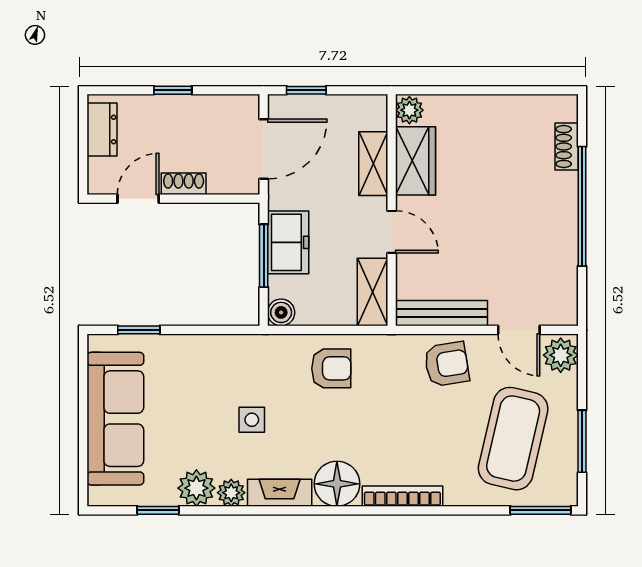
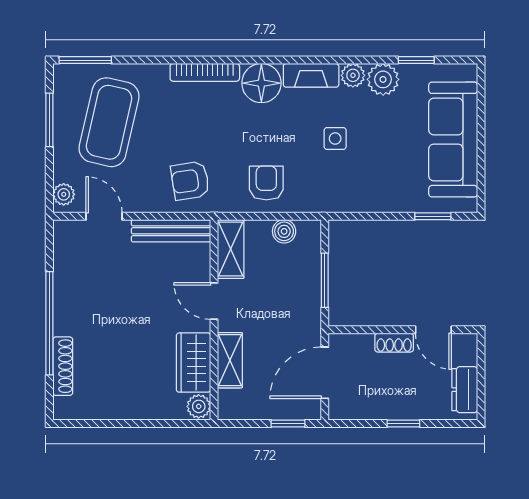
shoe rack: (567, 147) -> (63, 366), width x1.43
door: (138, 199) -> (433, 330), hinge flipped
freezer: (288, 242) -> (304, 292), removed
boiler: (281, 312) -> (284, 231), moved
plant: (561, 355) -> (64, 194), width x0.73, depth x0.73
armchair: (447, 364) -> (190, 181), moved
armchair: (331, 368) -> (266, 183), turned 90

